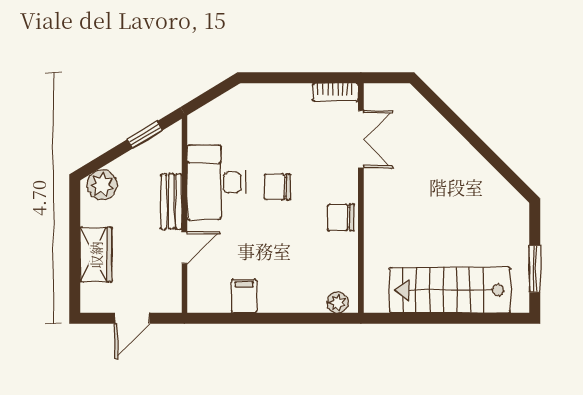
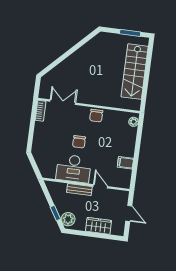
window: (145, 135) -> (55, 213), moved

